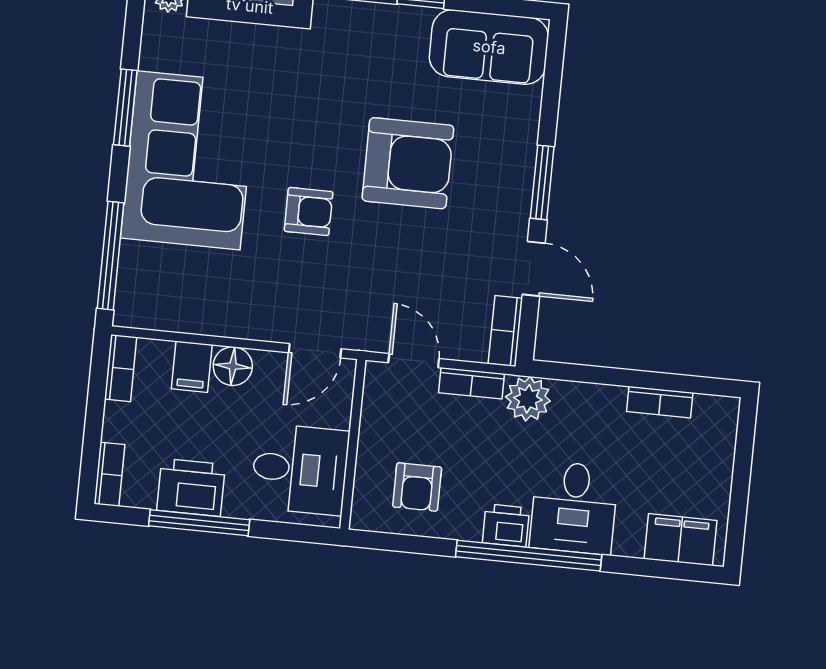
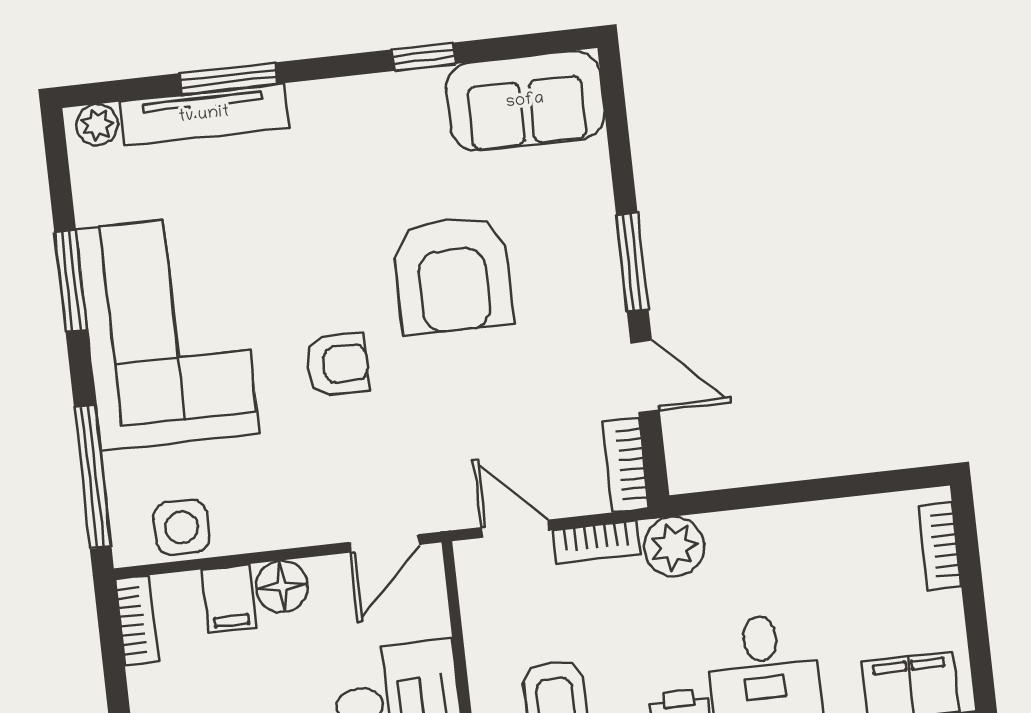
armchair: (408, 163) -> (453, 274), turned 90
side table: (168, 307) -> (182, 527), added
bookcase: (660, 402) -> (940, 546), moved, turned 90

